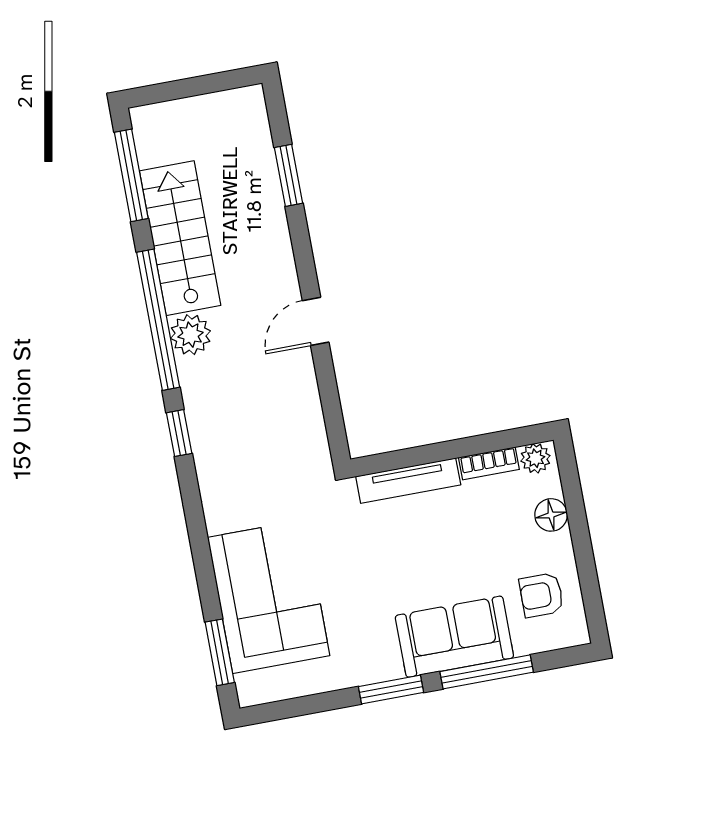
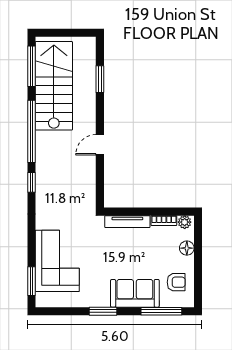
stairs: (180, 238) -> (54, 86), width x1.36, depth x1.51
plant: (191, 335) -> (44, 140), removed
armchair: (541, 595) -> (176, 282), turned 180
window: (487, 672) -> (161, 311), moved

